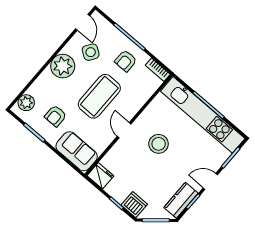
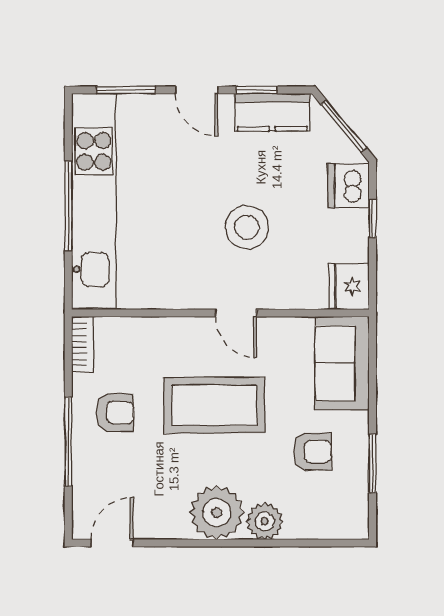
side table: (91, 52) -> (152, 485), removed
plant: (26, 103) -> (265, 521), moved
door: (124, 130) -> (236, 313), hinge flipped
stool: (159, 144) -> (247, 227), moved

